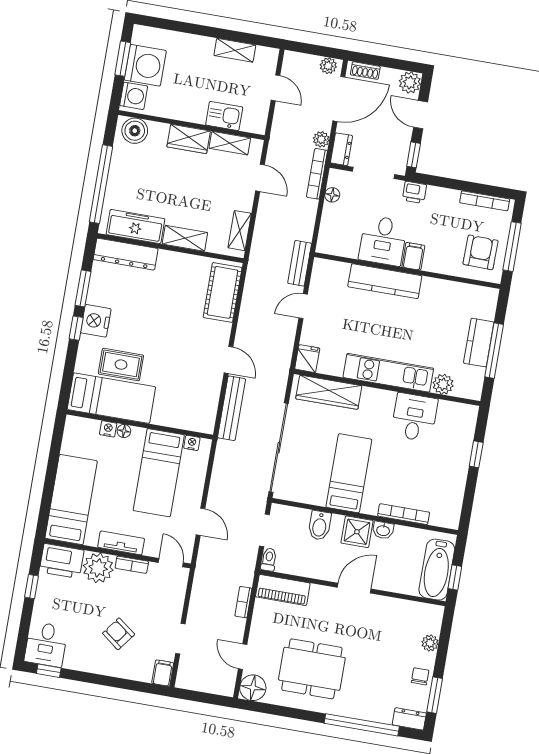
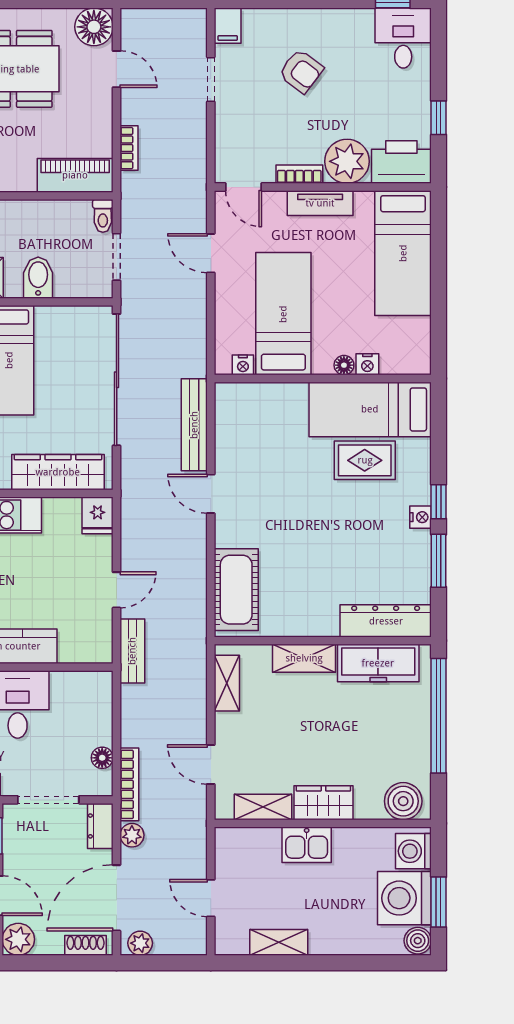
boiler: (141, 35) -> (418, 941), added
kitchen sink: (224, 116) -> (307, 845), moved
nightstand: (96, 321) -> (421, 517), width x0.53, depth x0.56

